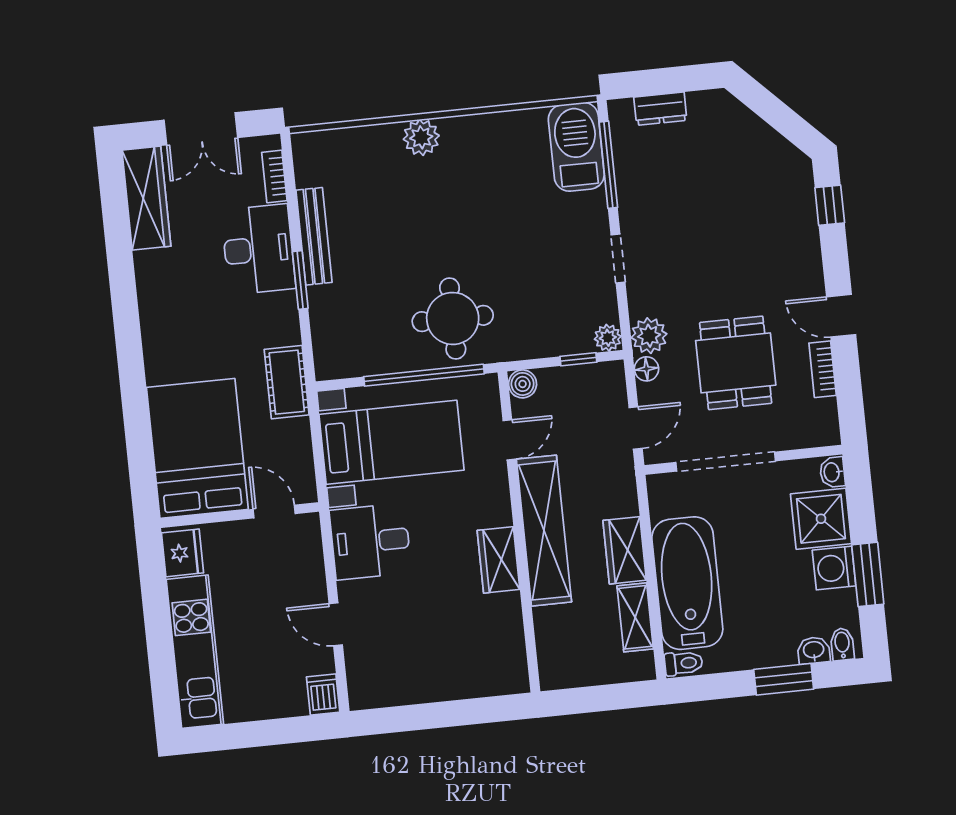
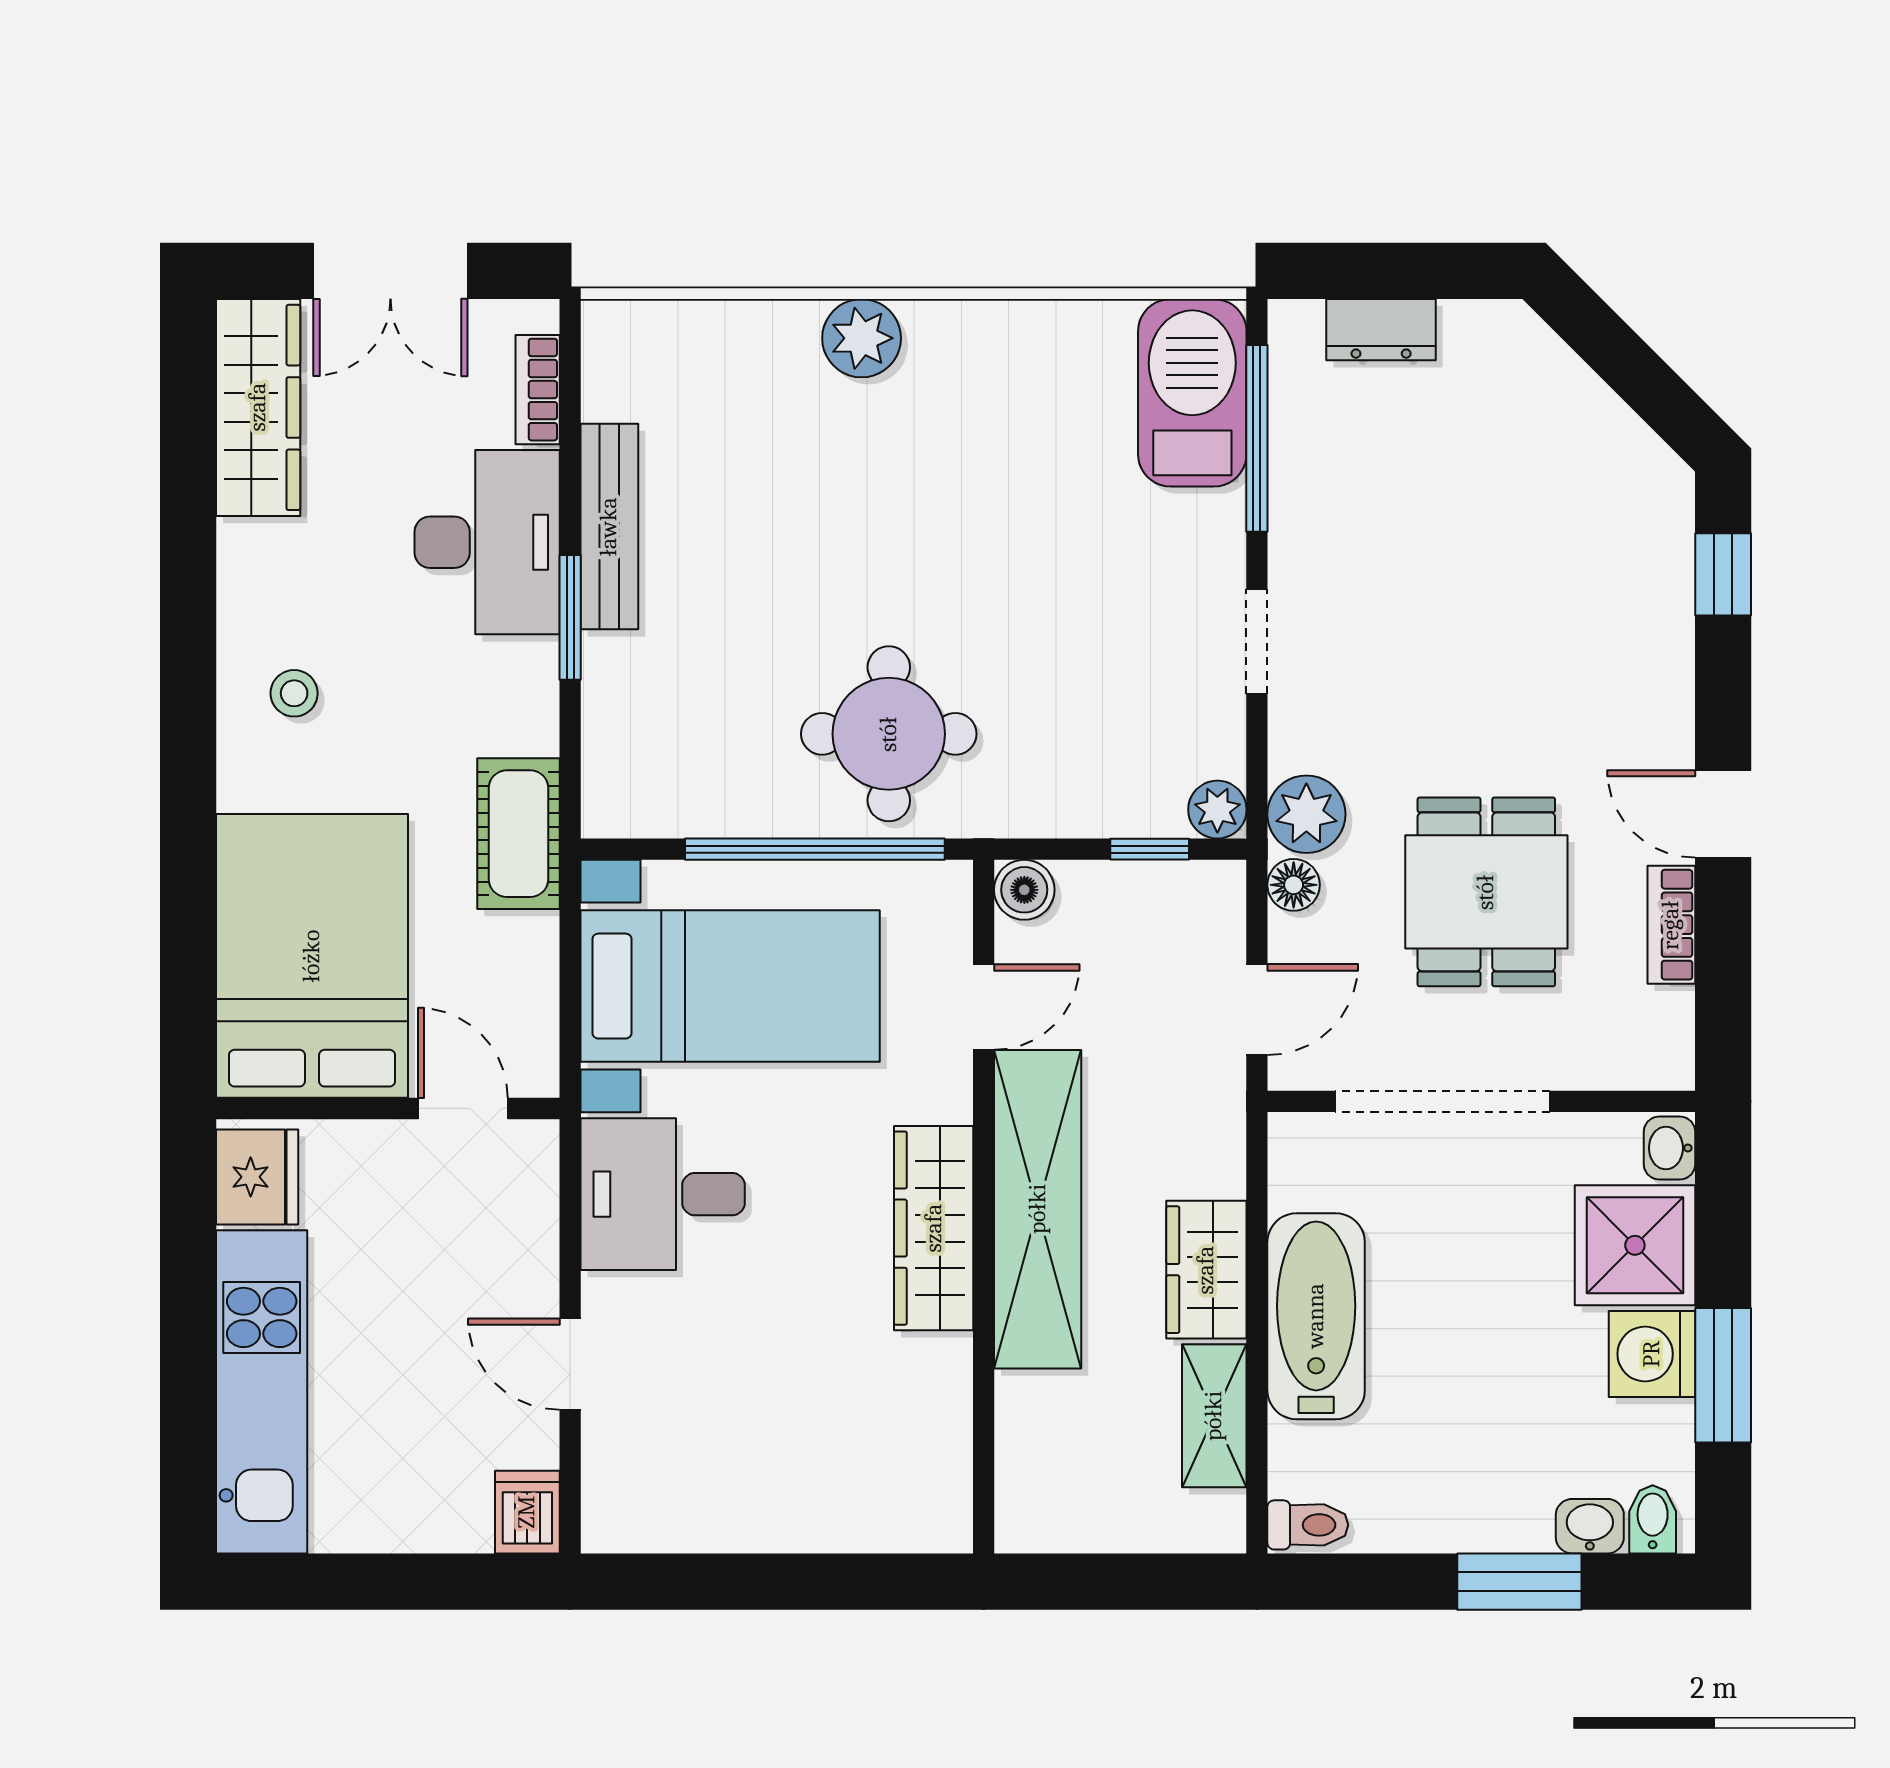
stool: (177, 328) -> (294, 693), added
wardrobe: (498, 560) -> (934, 1228), width x1.50
bathtub: (687, 583) -> (1316, 1316), width x0.73, depth x0.73

